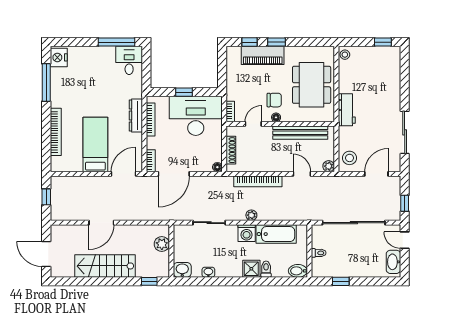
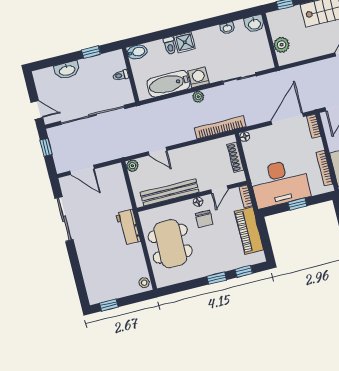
piano: (263, 55) -> (249, 231), moved, turned -90
chair: (274, 100) -> (204, 219), turned -90
stool: (350, 158) -> (113, 179), removed
door: (376, 174) -> (82, 170), hinge flipped
bookcase: (258, 181) -> (220, 127), moved
washbasin: (393, 262) -> (67, 70), moved, turned 90

